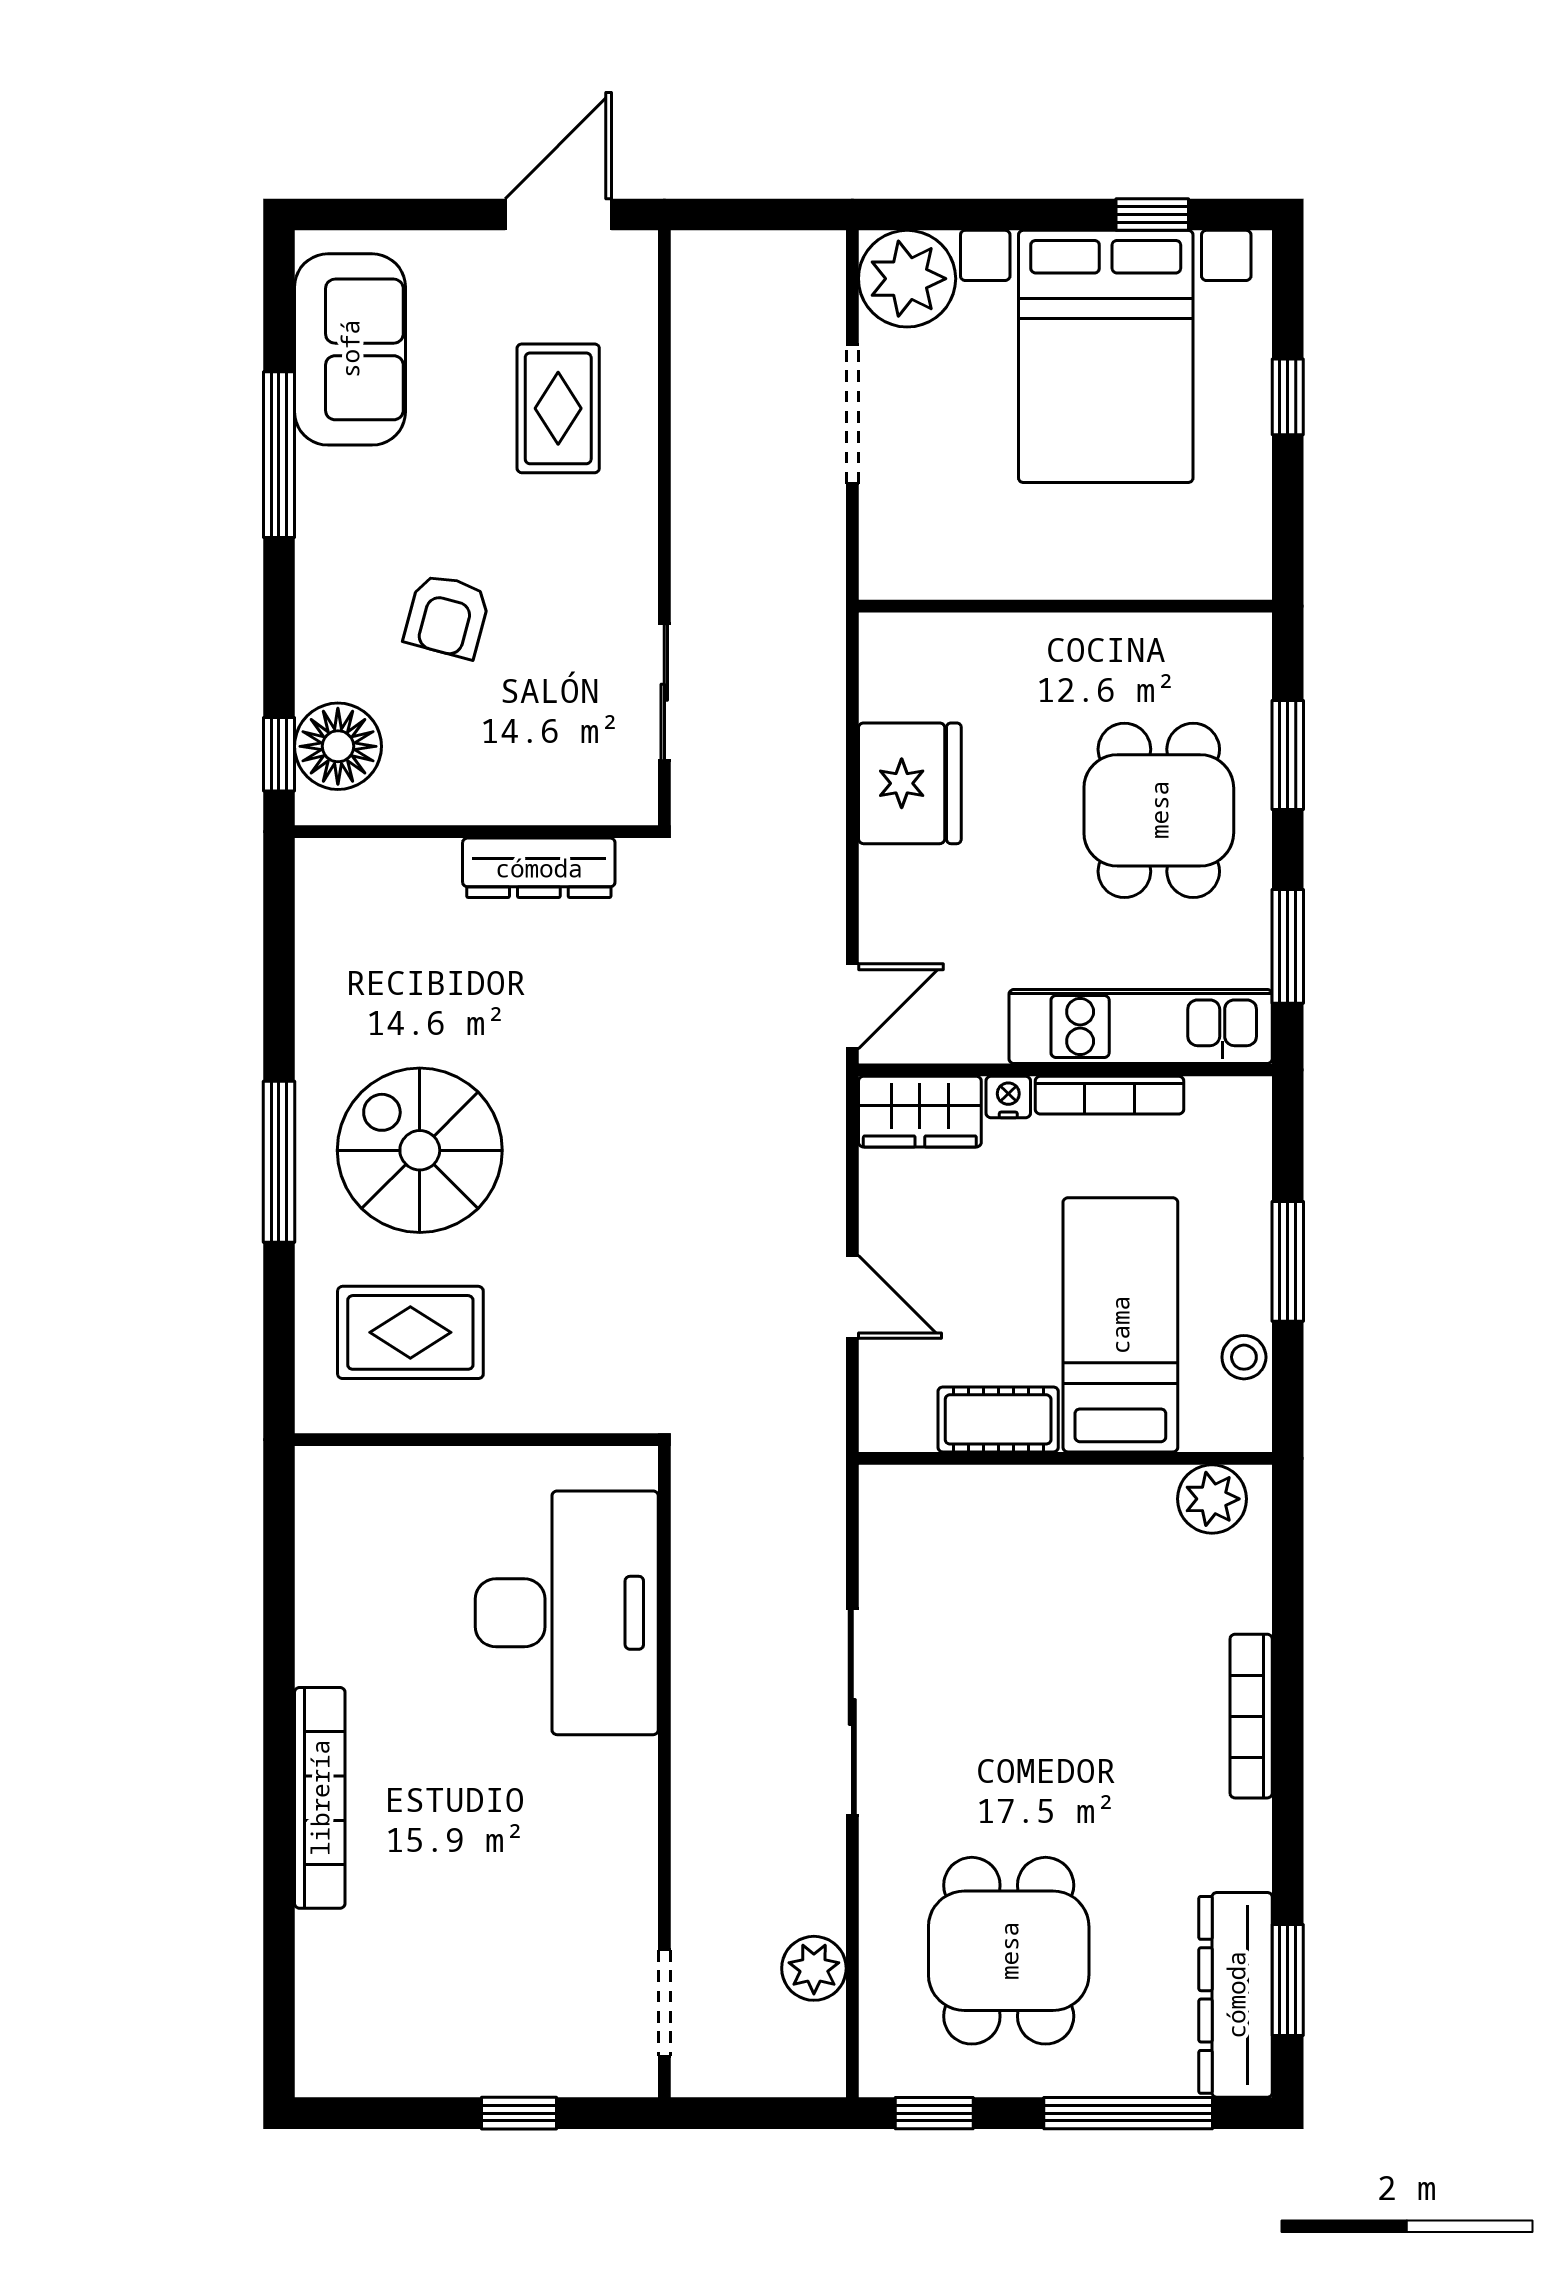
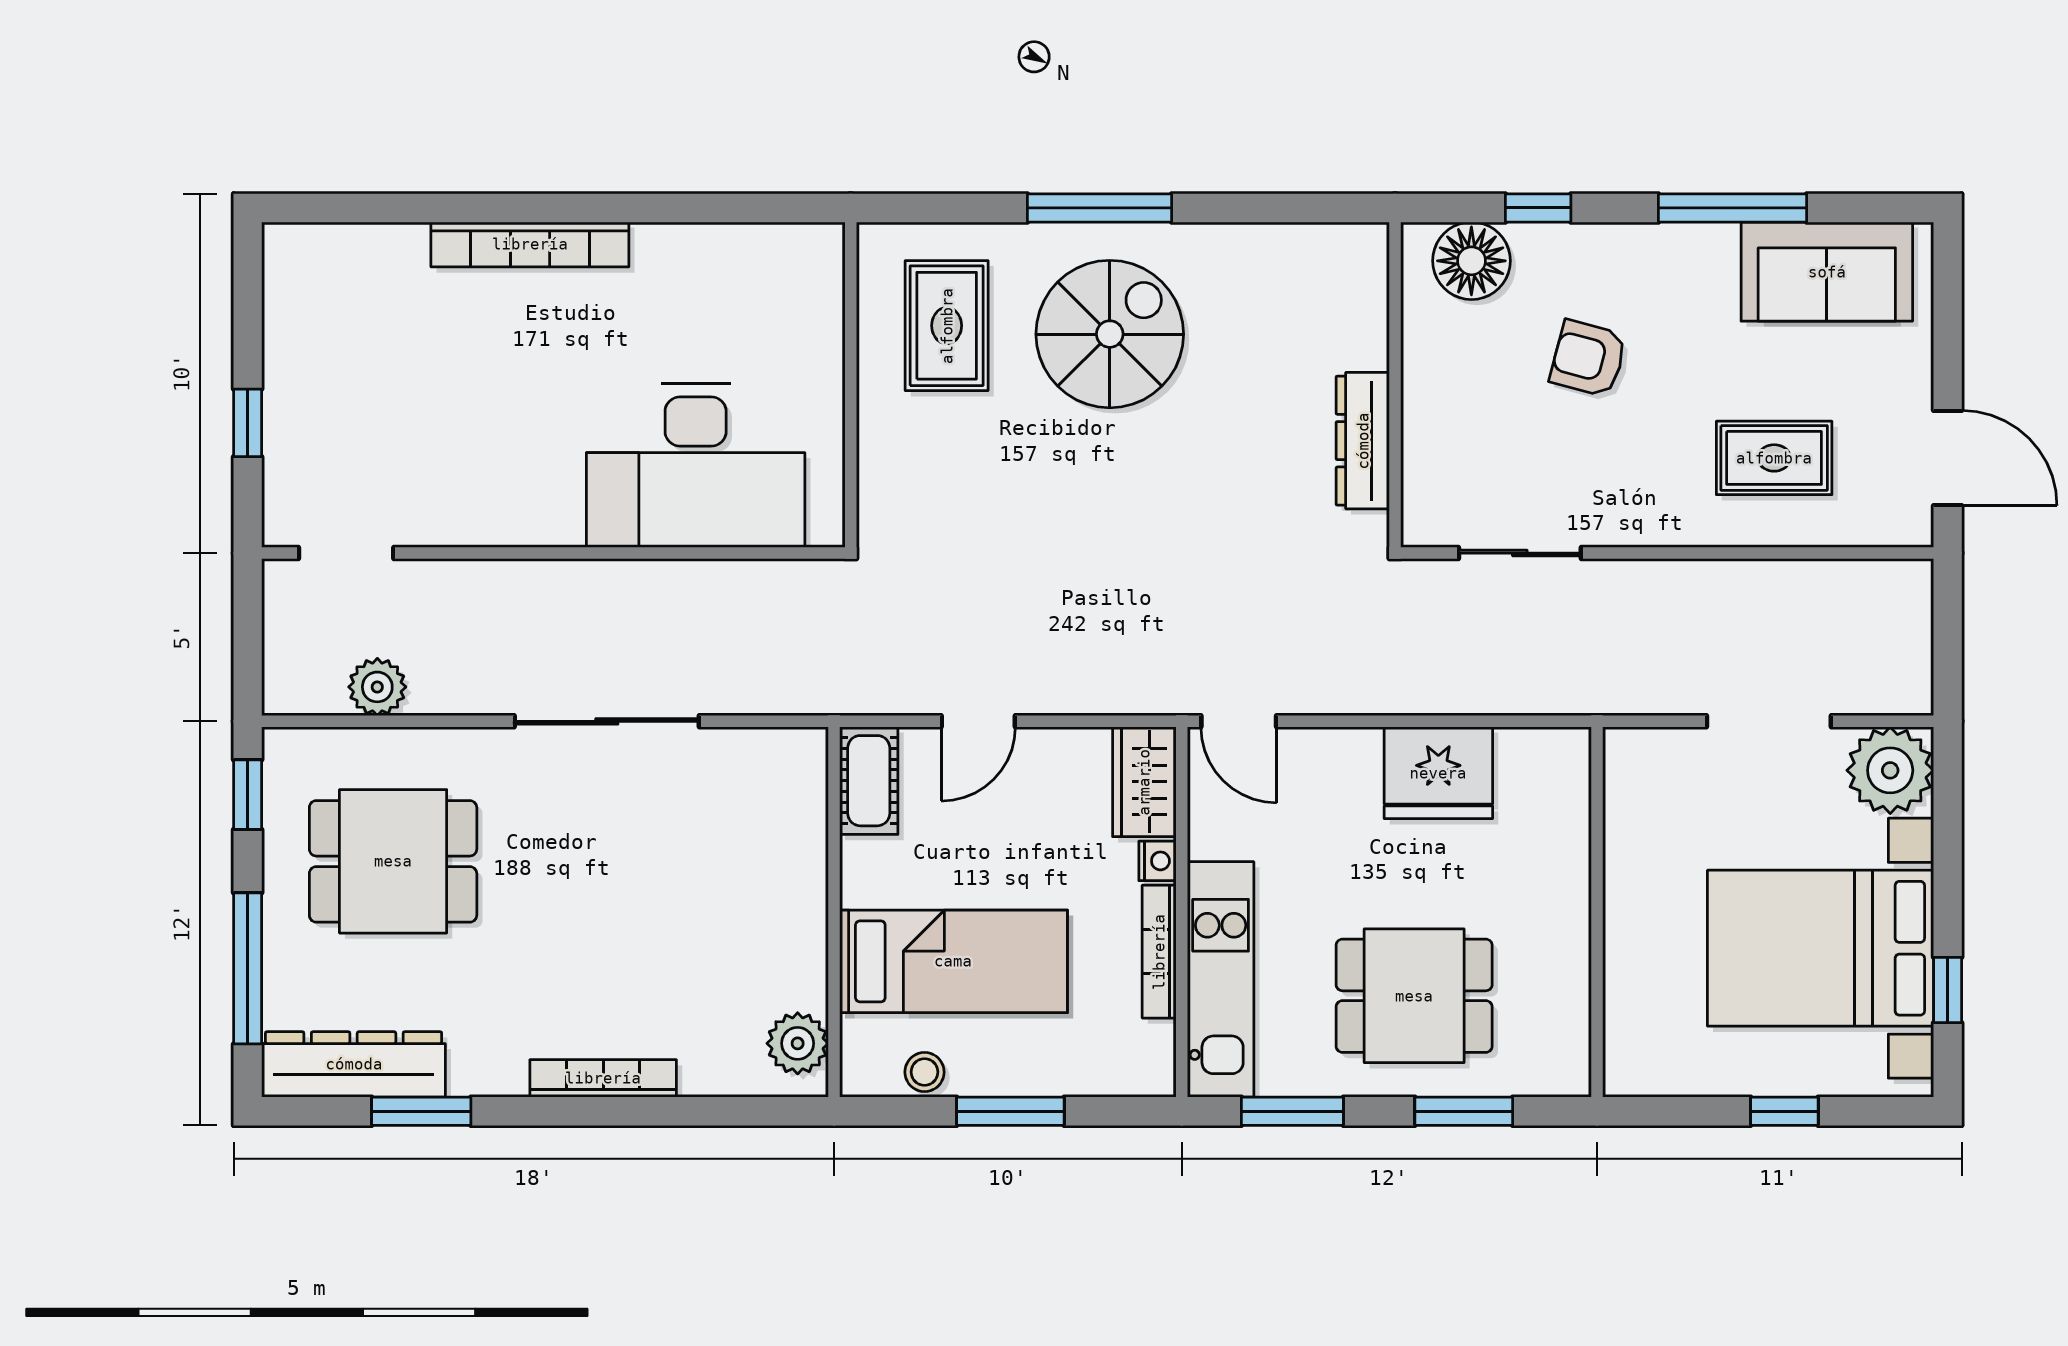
window: (279, 754) -> (1538, 208), moved
cot: (998, 1419) -> (869, 781), moved
window: (1288, 1980) -> (421, 1111), moved

